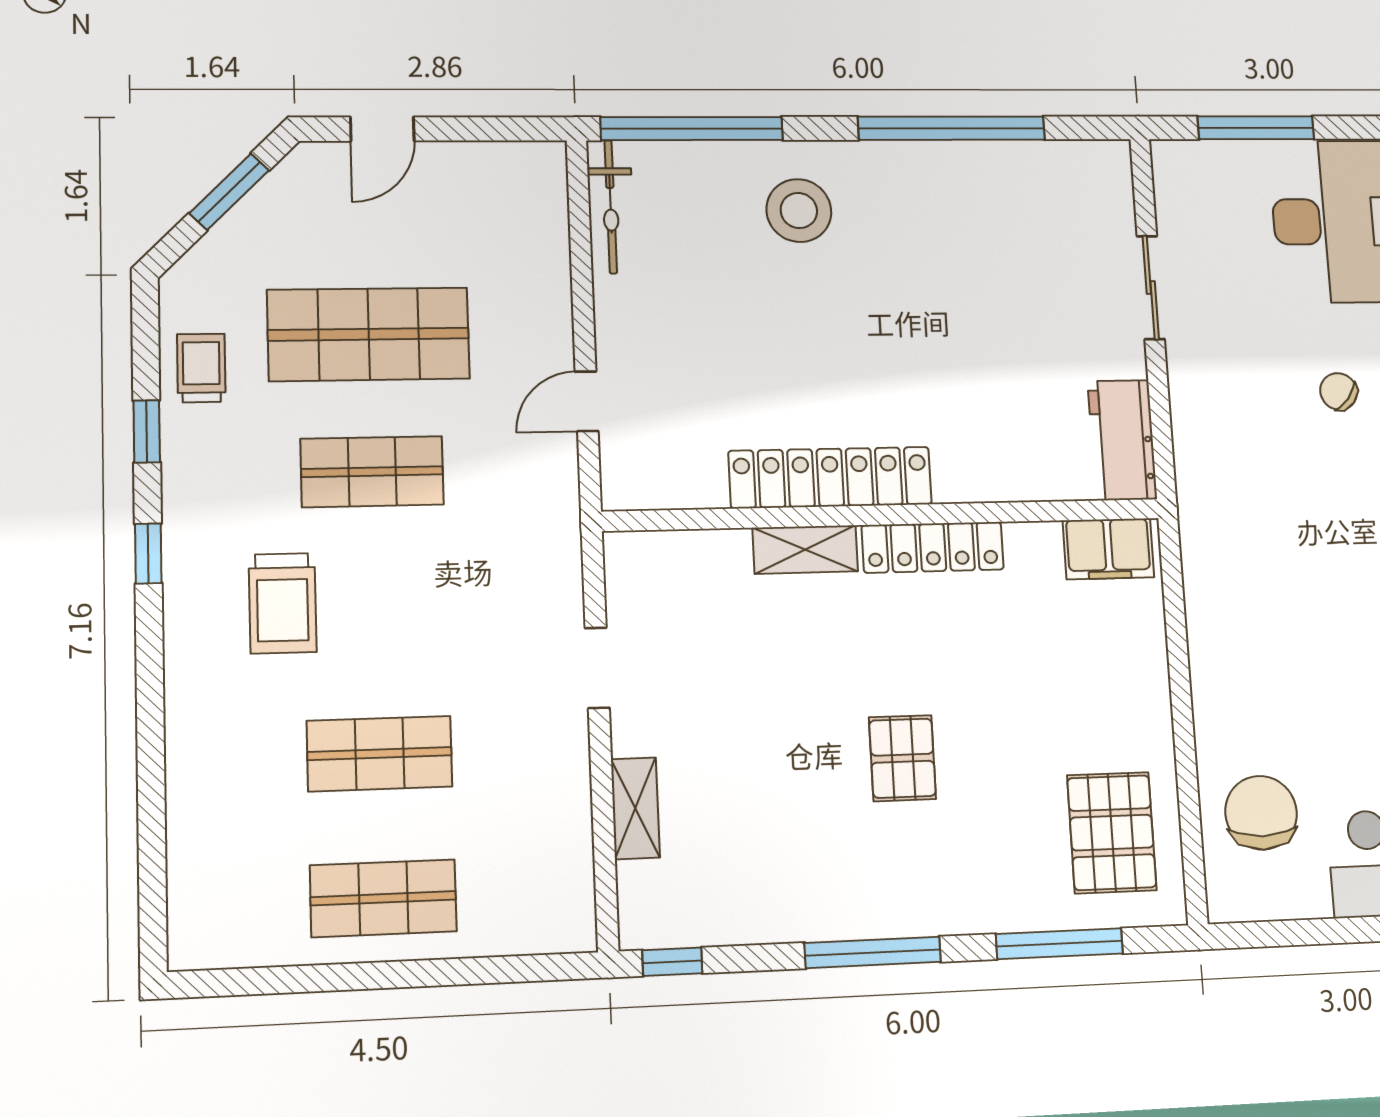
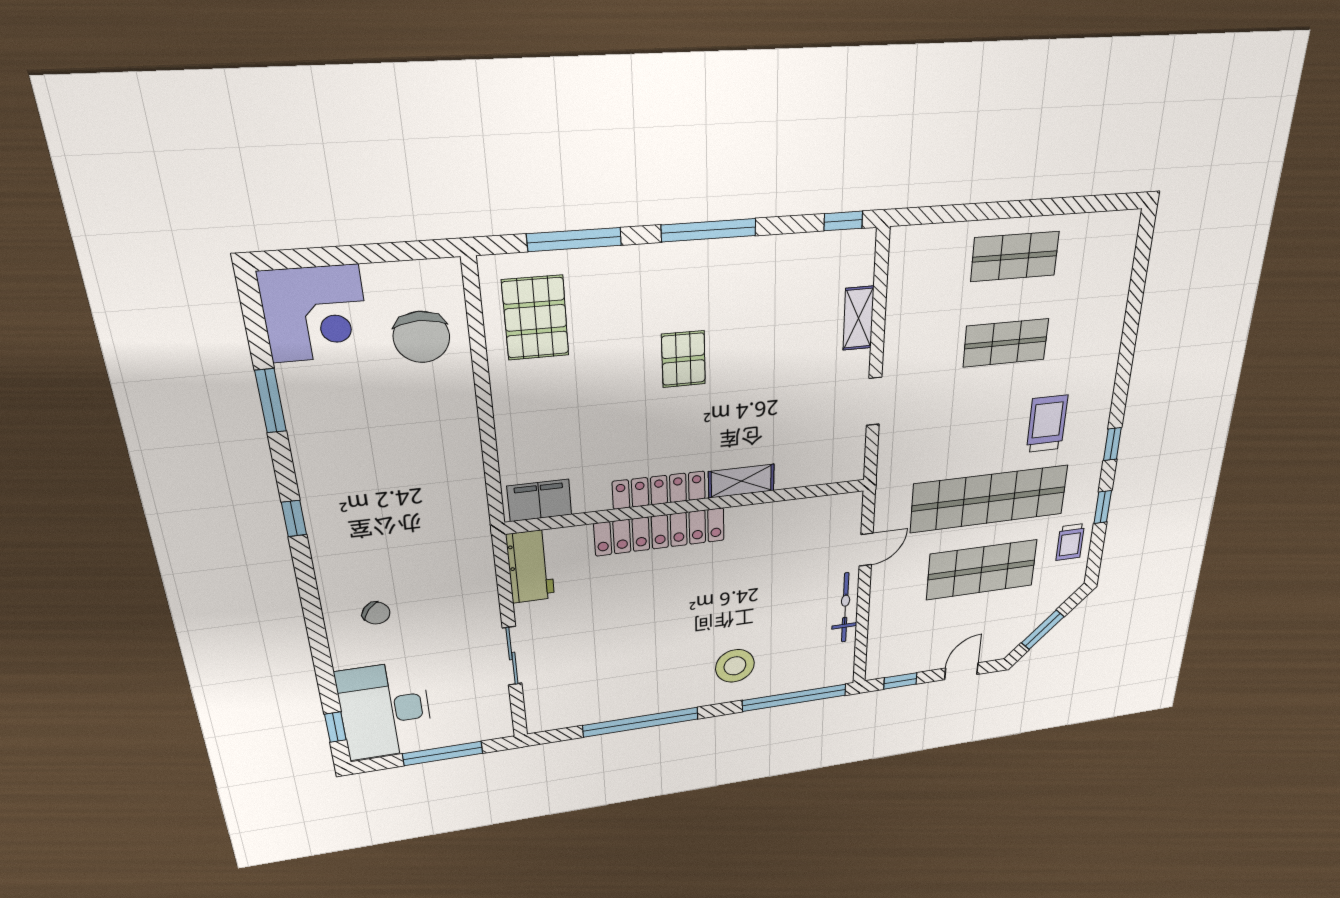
window: (499, 129) -> (900, 681), added
bicycle: (611, 207) -> (845, 608), moved
shop shelf: (372, 472) -> (989, 499), width x2.00, depth x1.36
locker: (830, 478) -> (660, 532), moved

